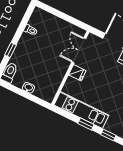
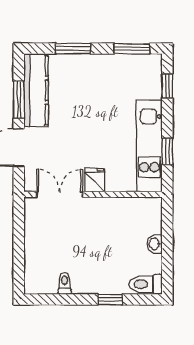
double door: (79, 50) -> (60, 194), swing flipped
window: (86, 124) -> (167, 151), moved

